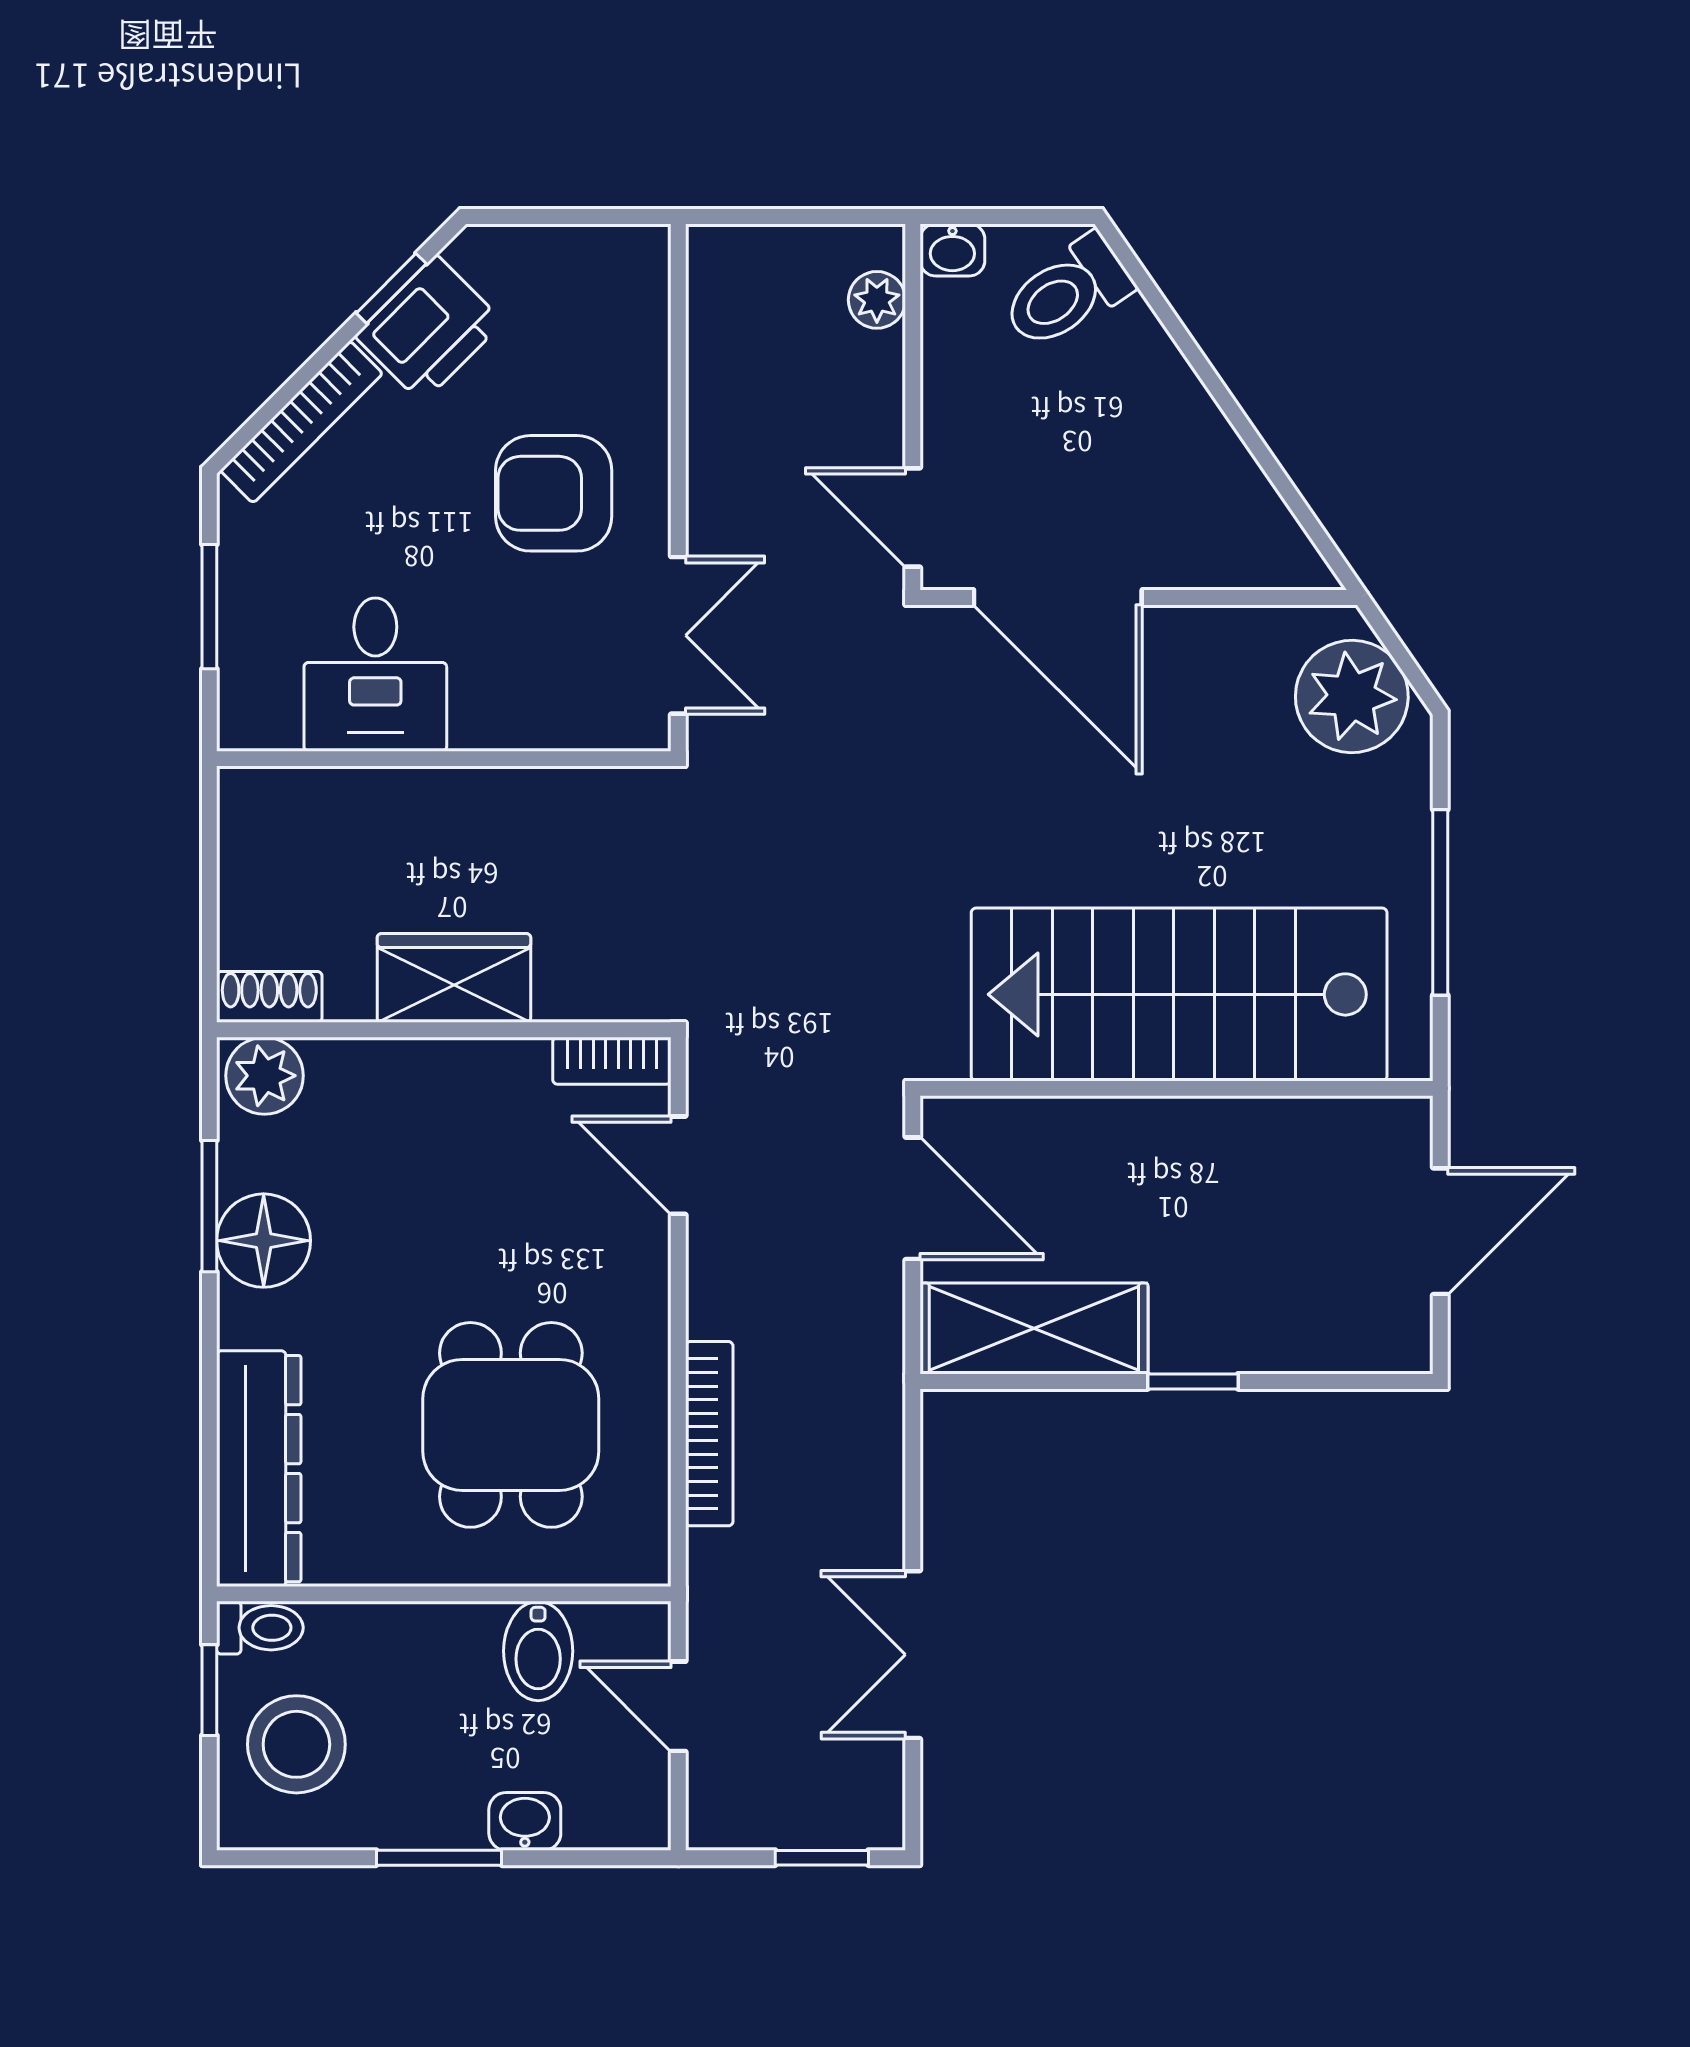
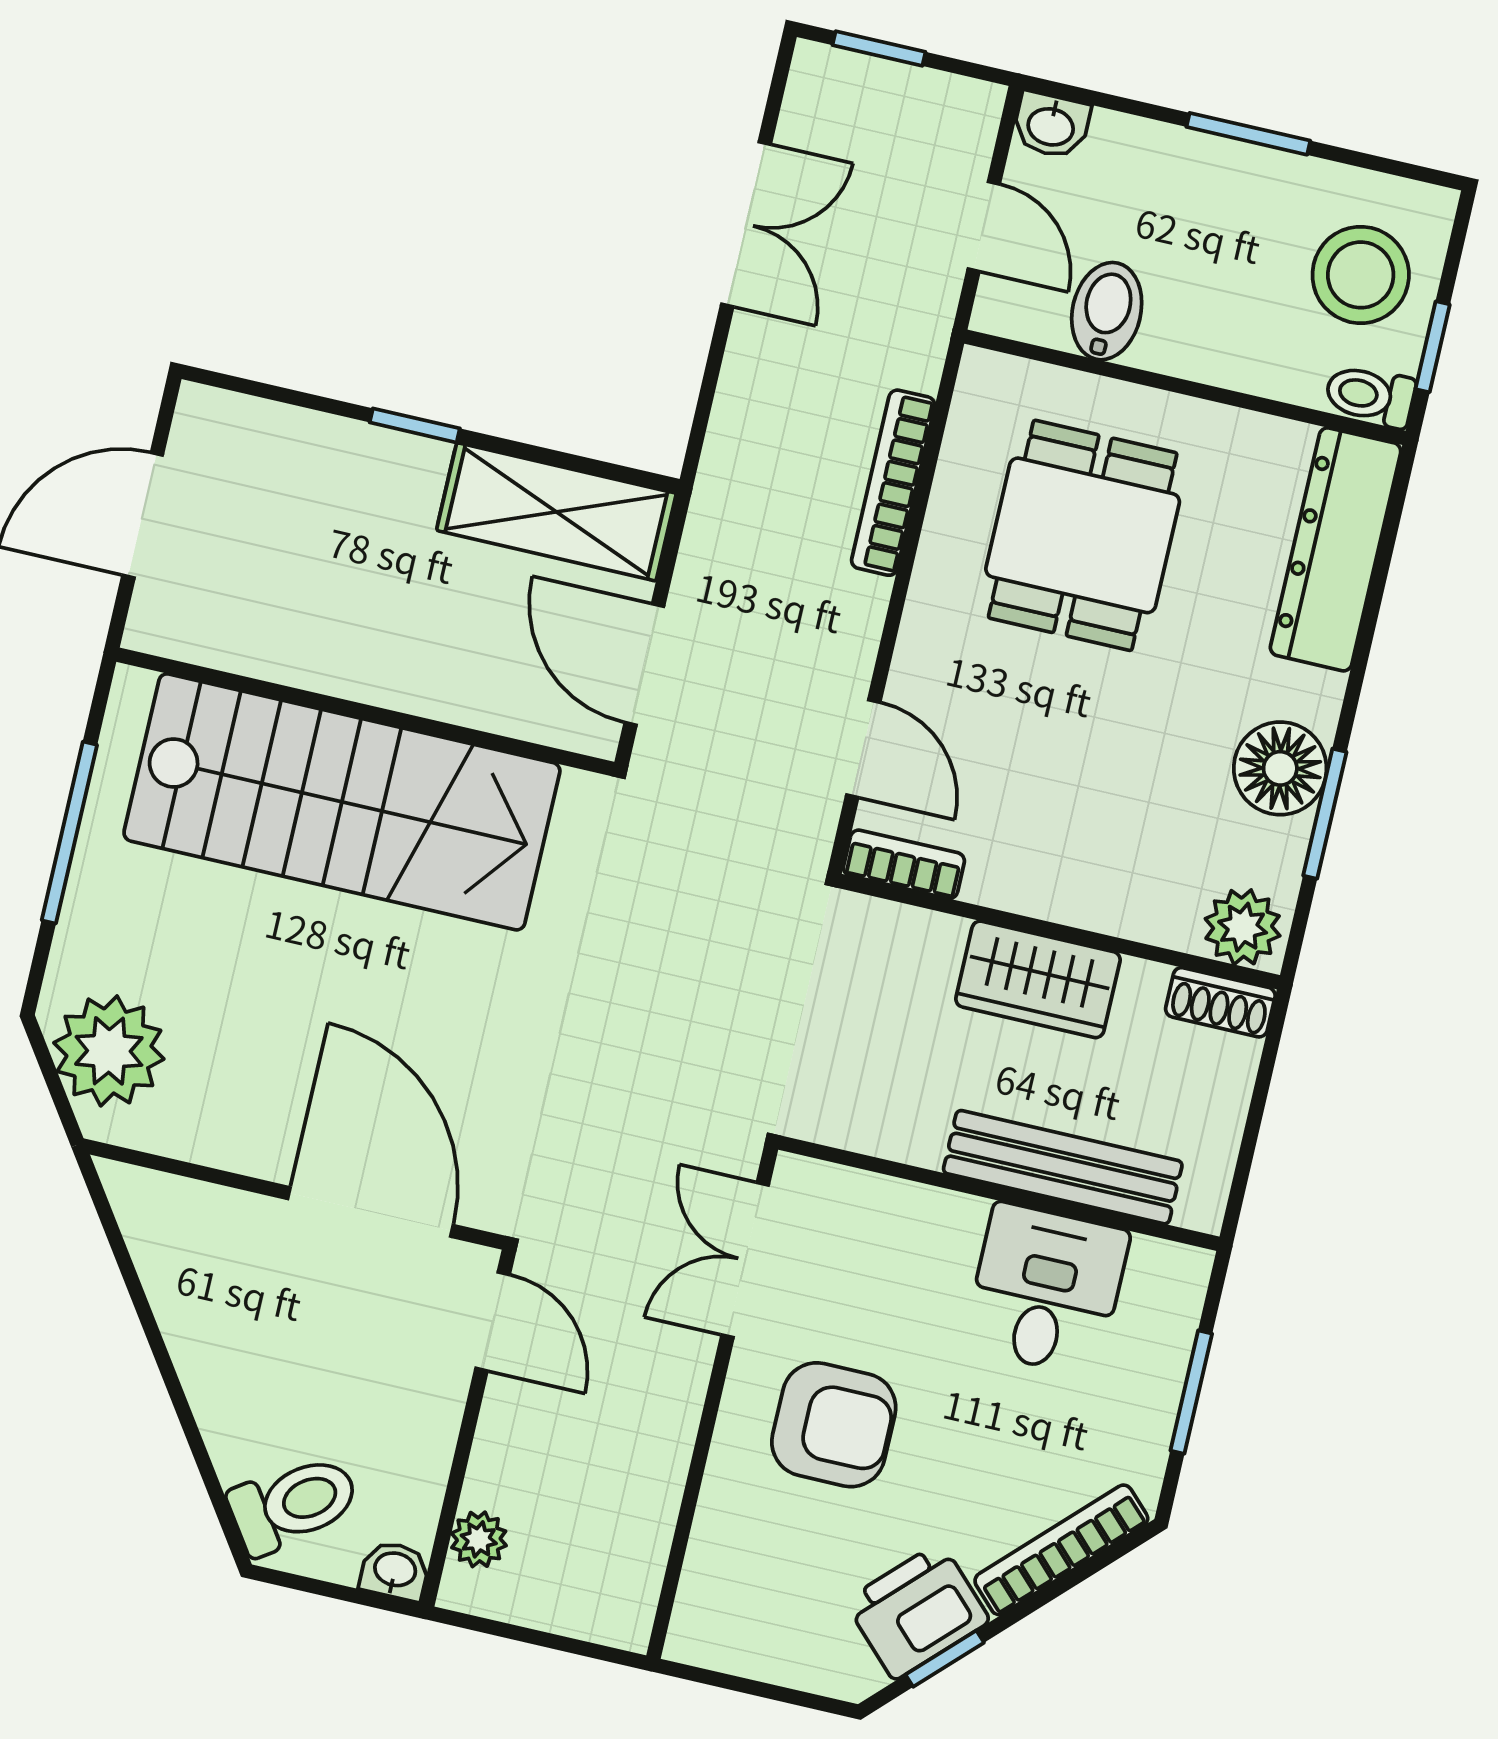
bench: (387, 799) -> (1063, 1167), added
washbasin: (525, 1821) -> (1051, 125), moved

